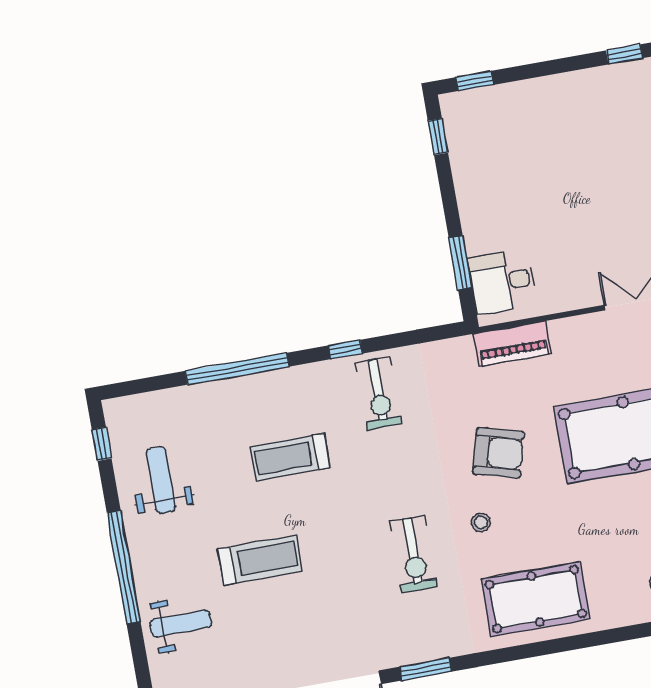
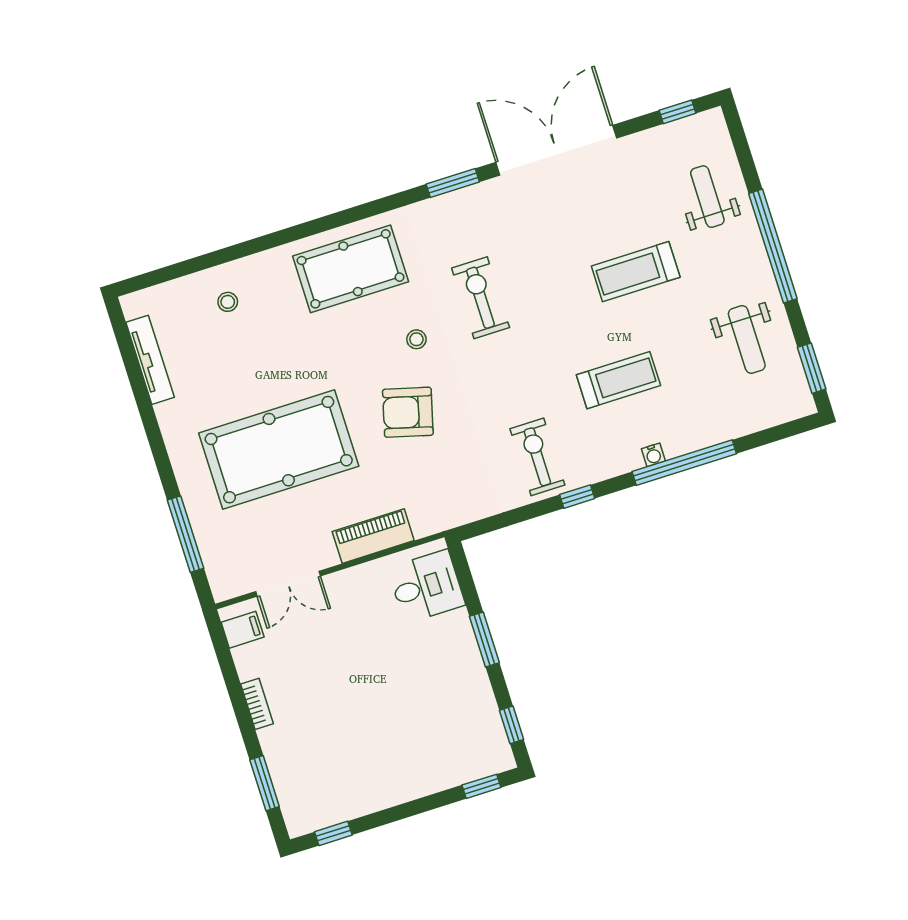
window: (460, 263) -> (484, 640), moved
piano: (512, 344) -> (373, 536), moved
water cooler: (266, 380) -> (653, 455), added
window: (102, 444) -> (812, 368), width x1.50
weight bench: (181, 624) -> (707, 197), turned 90

